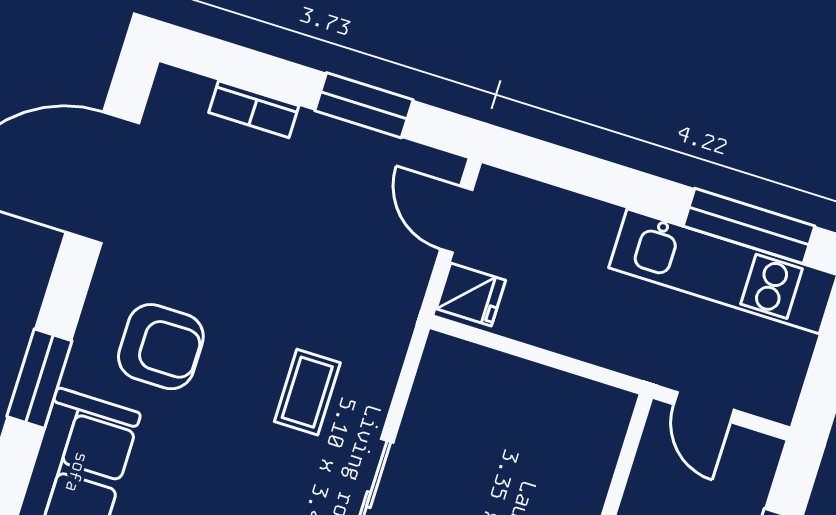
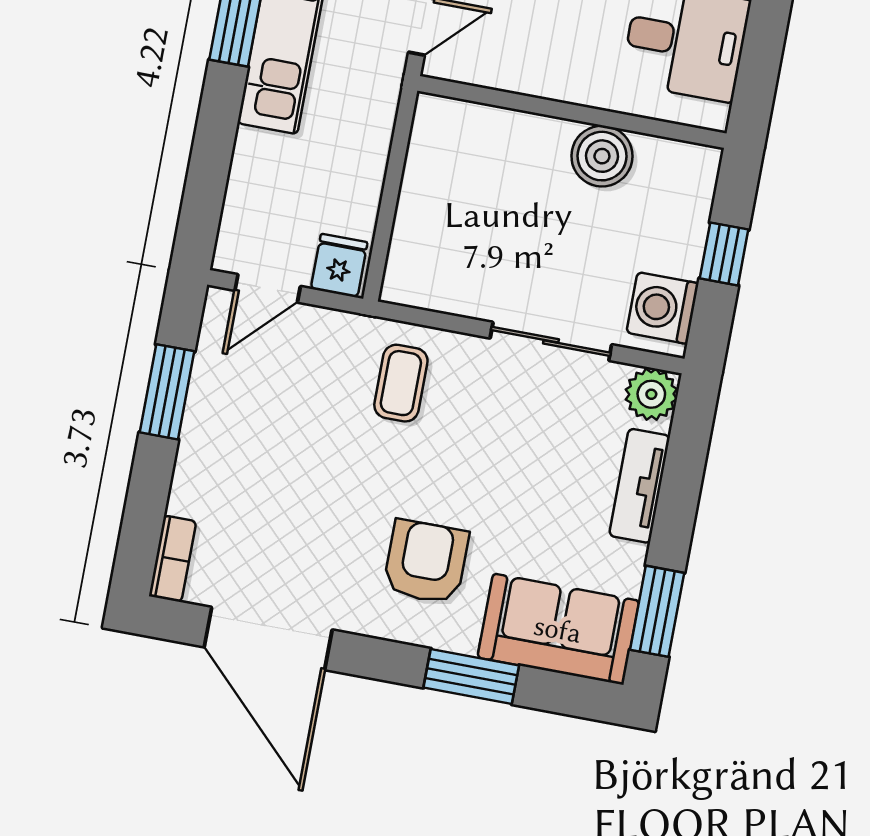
bookcase: (254, 109) -> (173, 559), moved
coffee table: (307, 392) -> (401, 383), moved, turned 90

